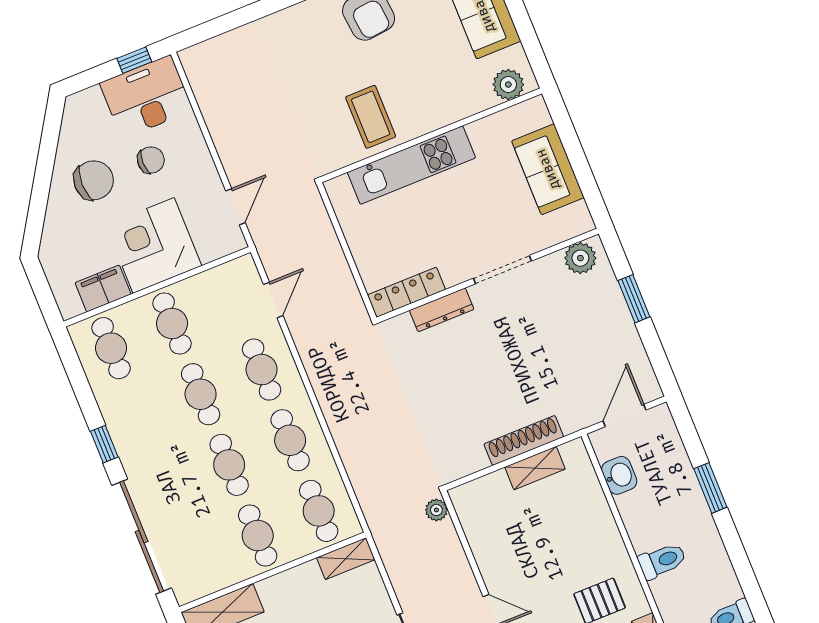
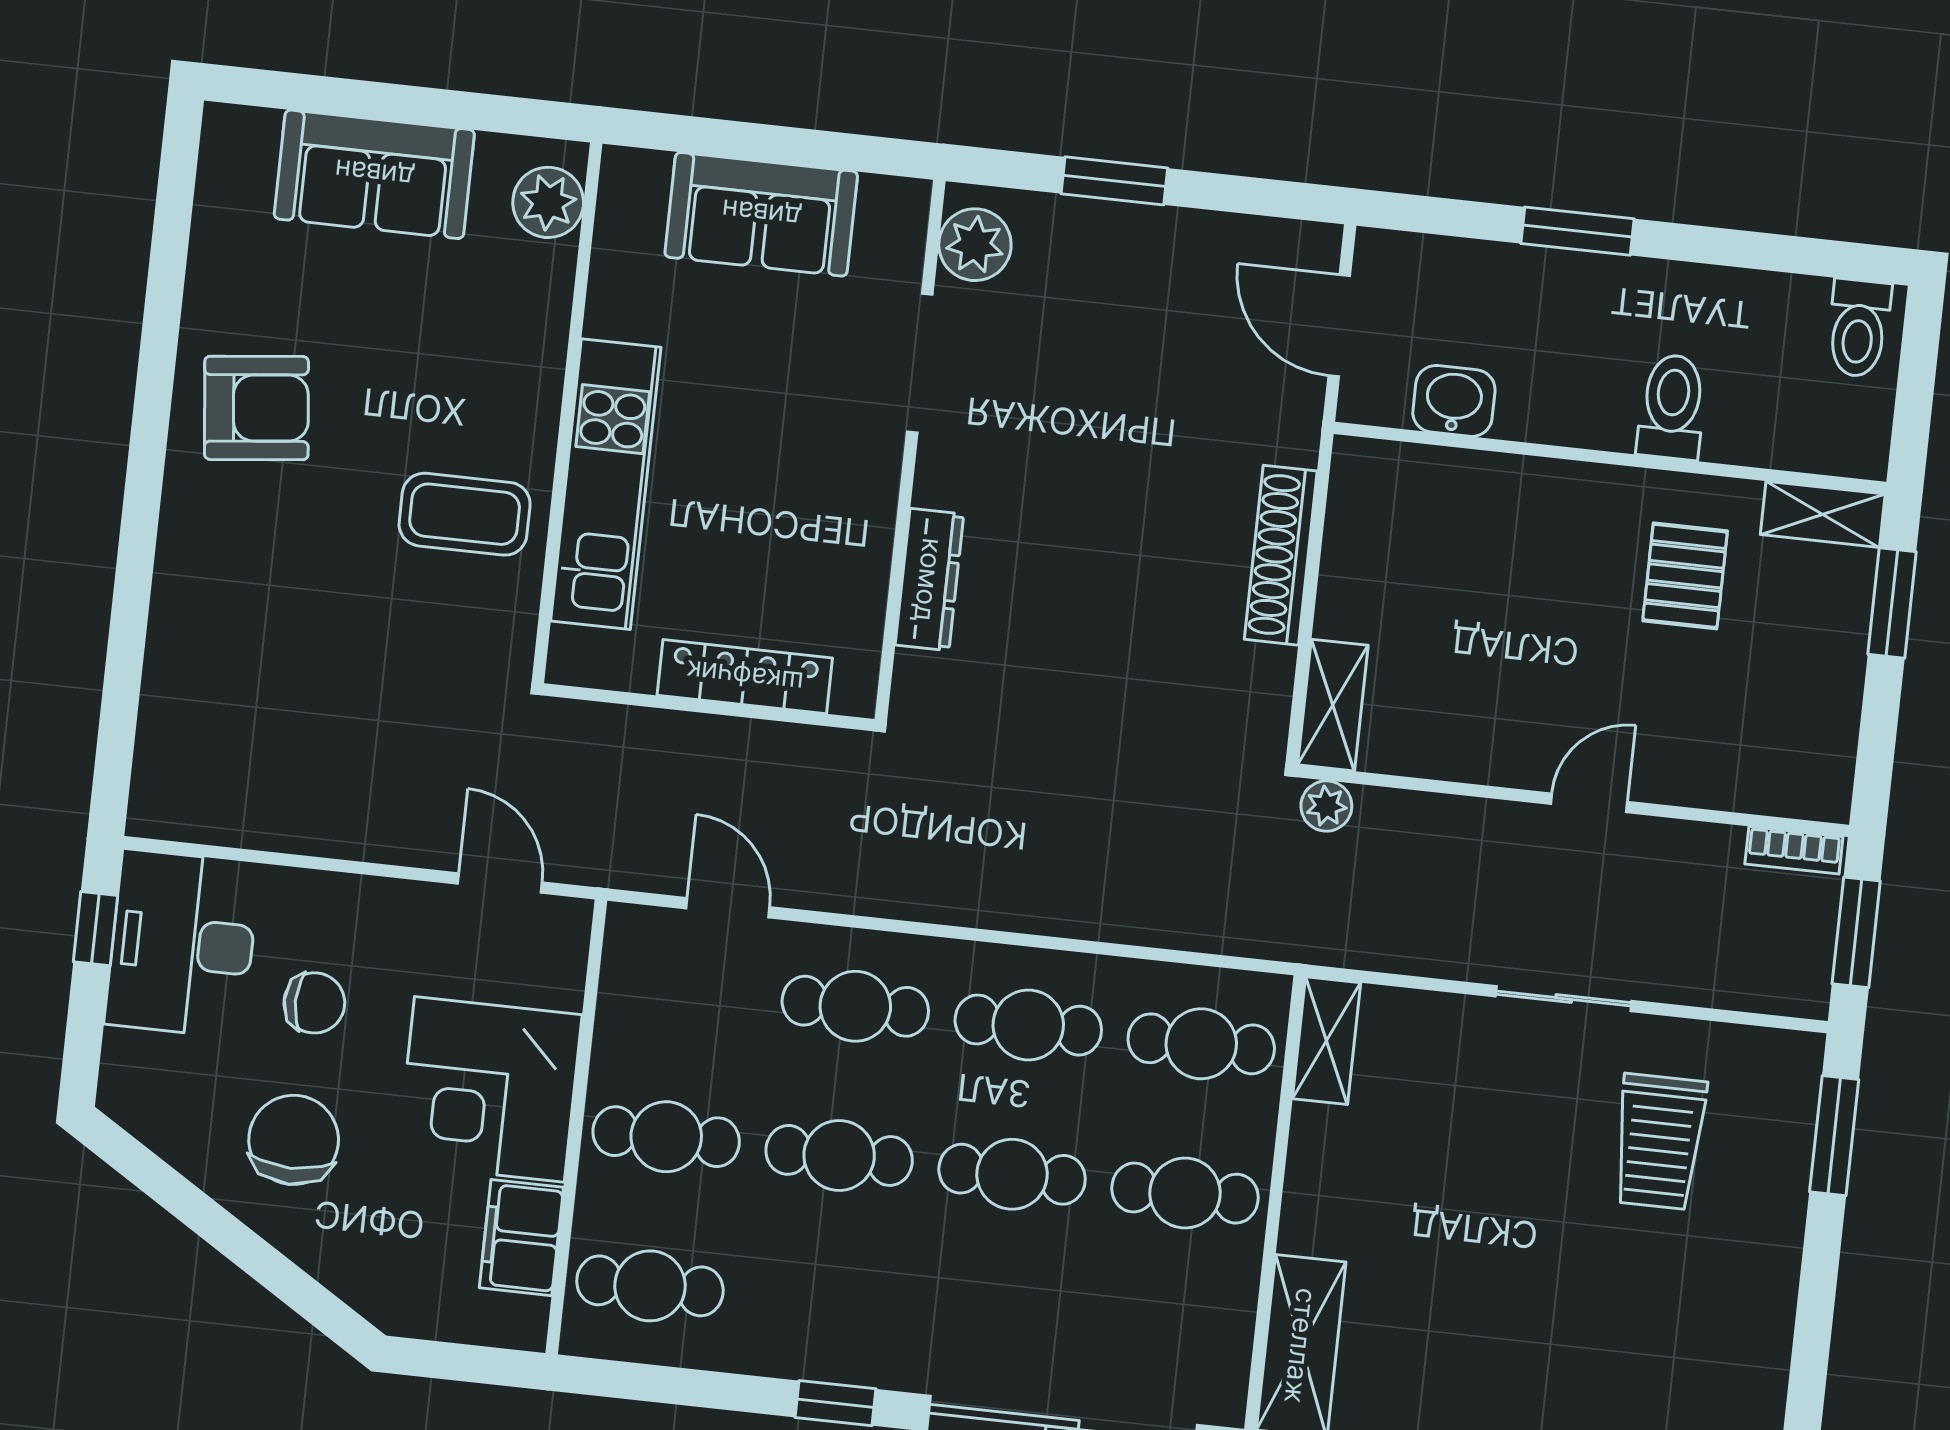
chair: (151, 160) -> (314, 1003), turned 90
doorway: (502, 270) -> (920, 363), moved
locker: (406, 292) -> (745, 677), moved, turned 90
shelving: (535, 468) -> (1333, 705), moved

